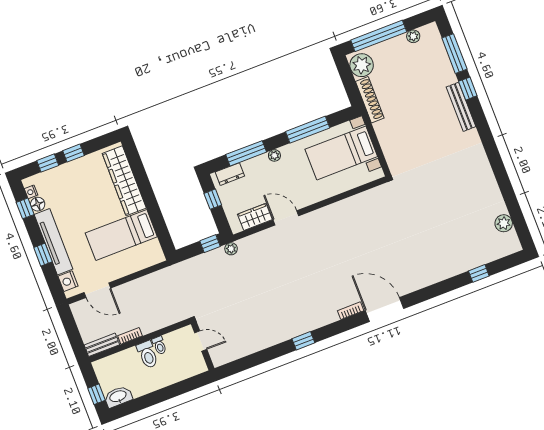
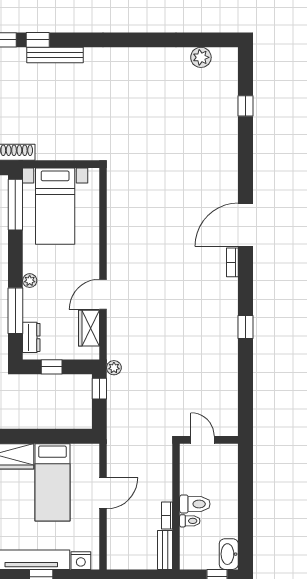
window: (308, 130) -> (15, 205), moved
door: (97, 290) -> (103, 493), moved
door: (201, 341) -> (203, 440), hinge flipped
toilet: (159, 345) -> (190, 521), moved

